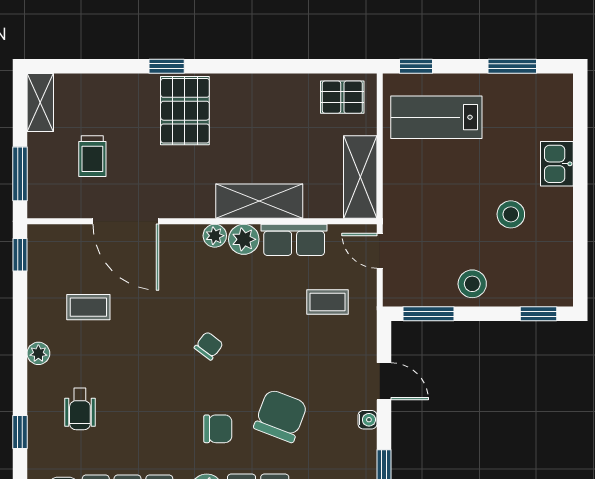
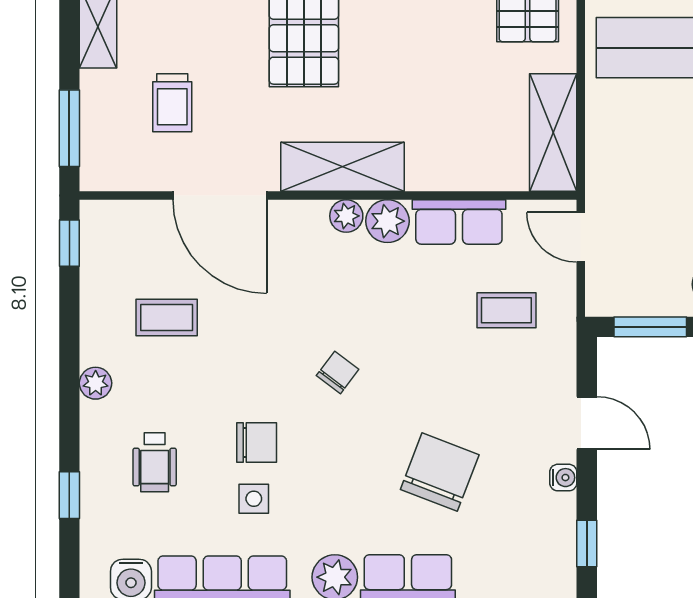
shelving: (259, 201) -> (342, 167), moved
chair: (218, 429) -> (257, 443), moved
side table: (150, 435) -> (254, 499), added

